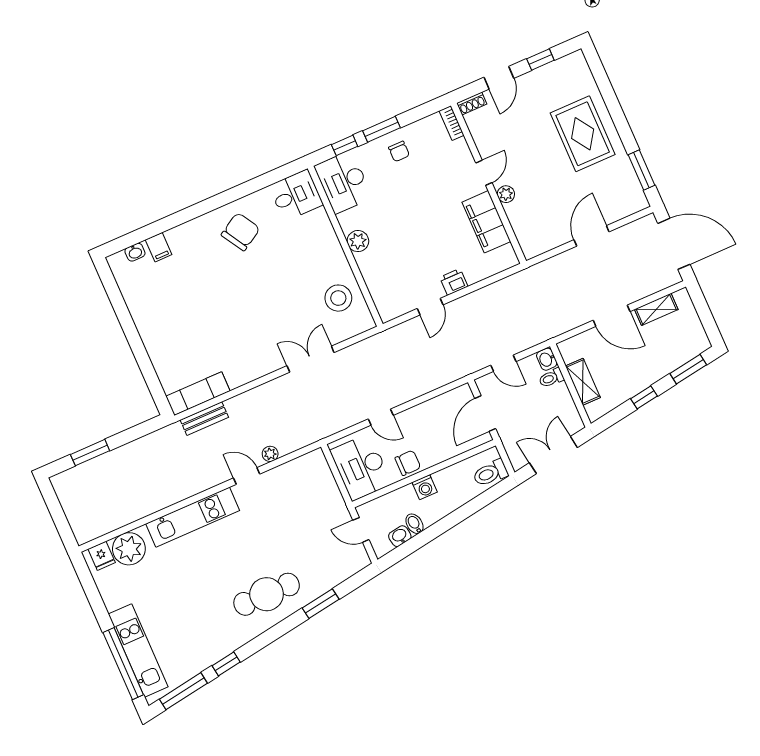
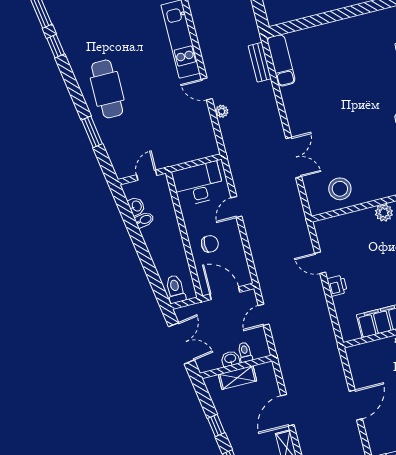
door: (592, 236) -> (356, 405), hinge flipped
washbasin: (547, 359) -> (230, 359), moved
chair: (408, 463) -> (210, 244), moved, turned -90
door: (247, 476) -> (207, 89), swing flipped
washing machine: (425, 487) -> (173, 233), removed

